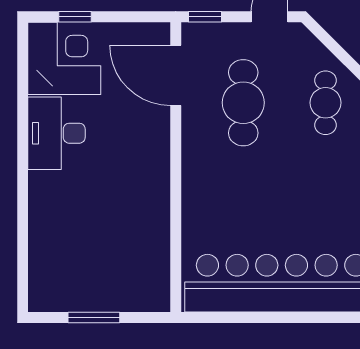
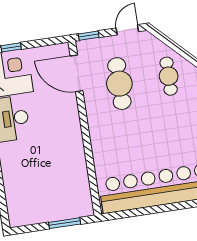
window: (94, 317) -> (65, 223), moved

